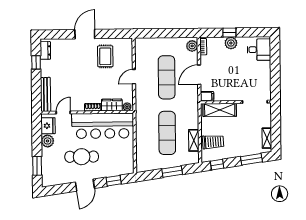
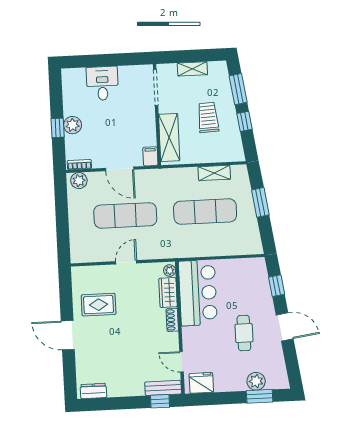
desk: (259, 50) -> (102, 83), moved
window: (36, 62) -> (160, 401), moved
door: (134, 77) -> (126, 262), swing flipped
bench: (46, 94) -> (163, 388), width x0.73
bar counter: (103, 126) -> (198, 293), width x0.73
shelving: (267, 138) -> (192, 69), moved
plant: (48, 141) -> (256, 381), moved
trolley: (213, 142) -> (208, 117), moved
cafe table: (82, 157) -> (244, 333), width x0.73, depth x0.74
window: (217, 165) -> (244, 121), moved

